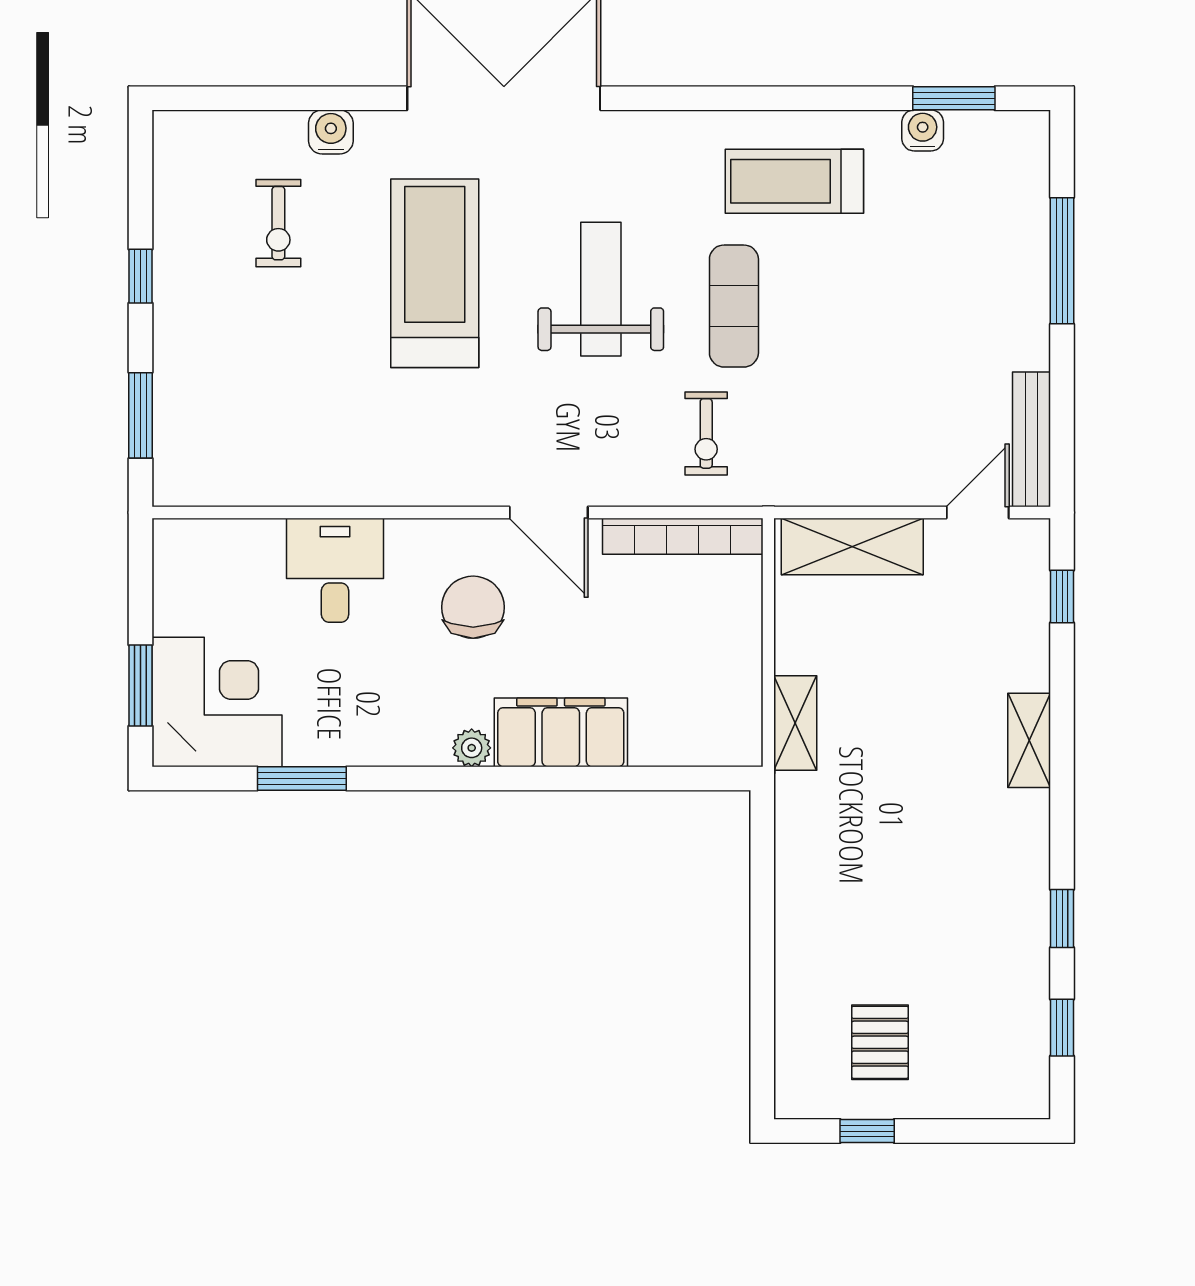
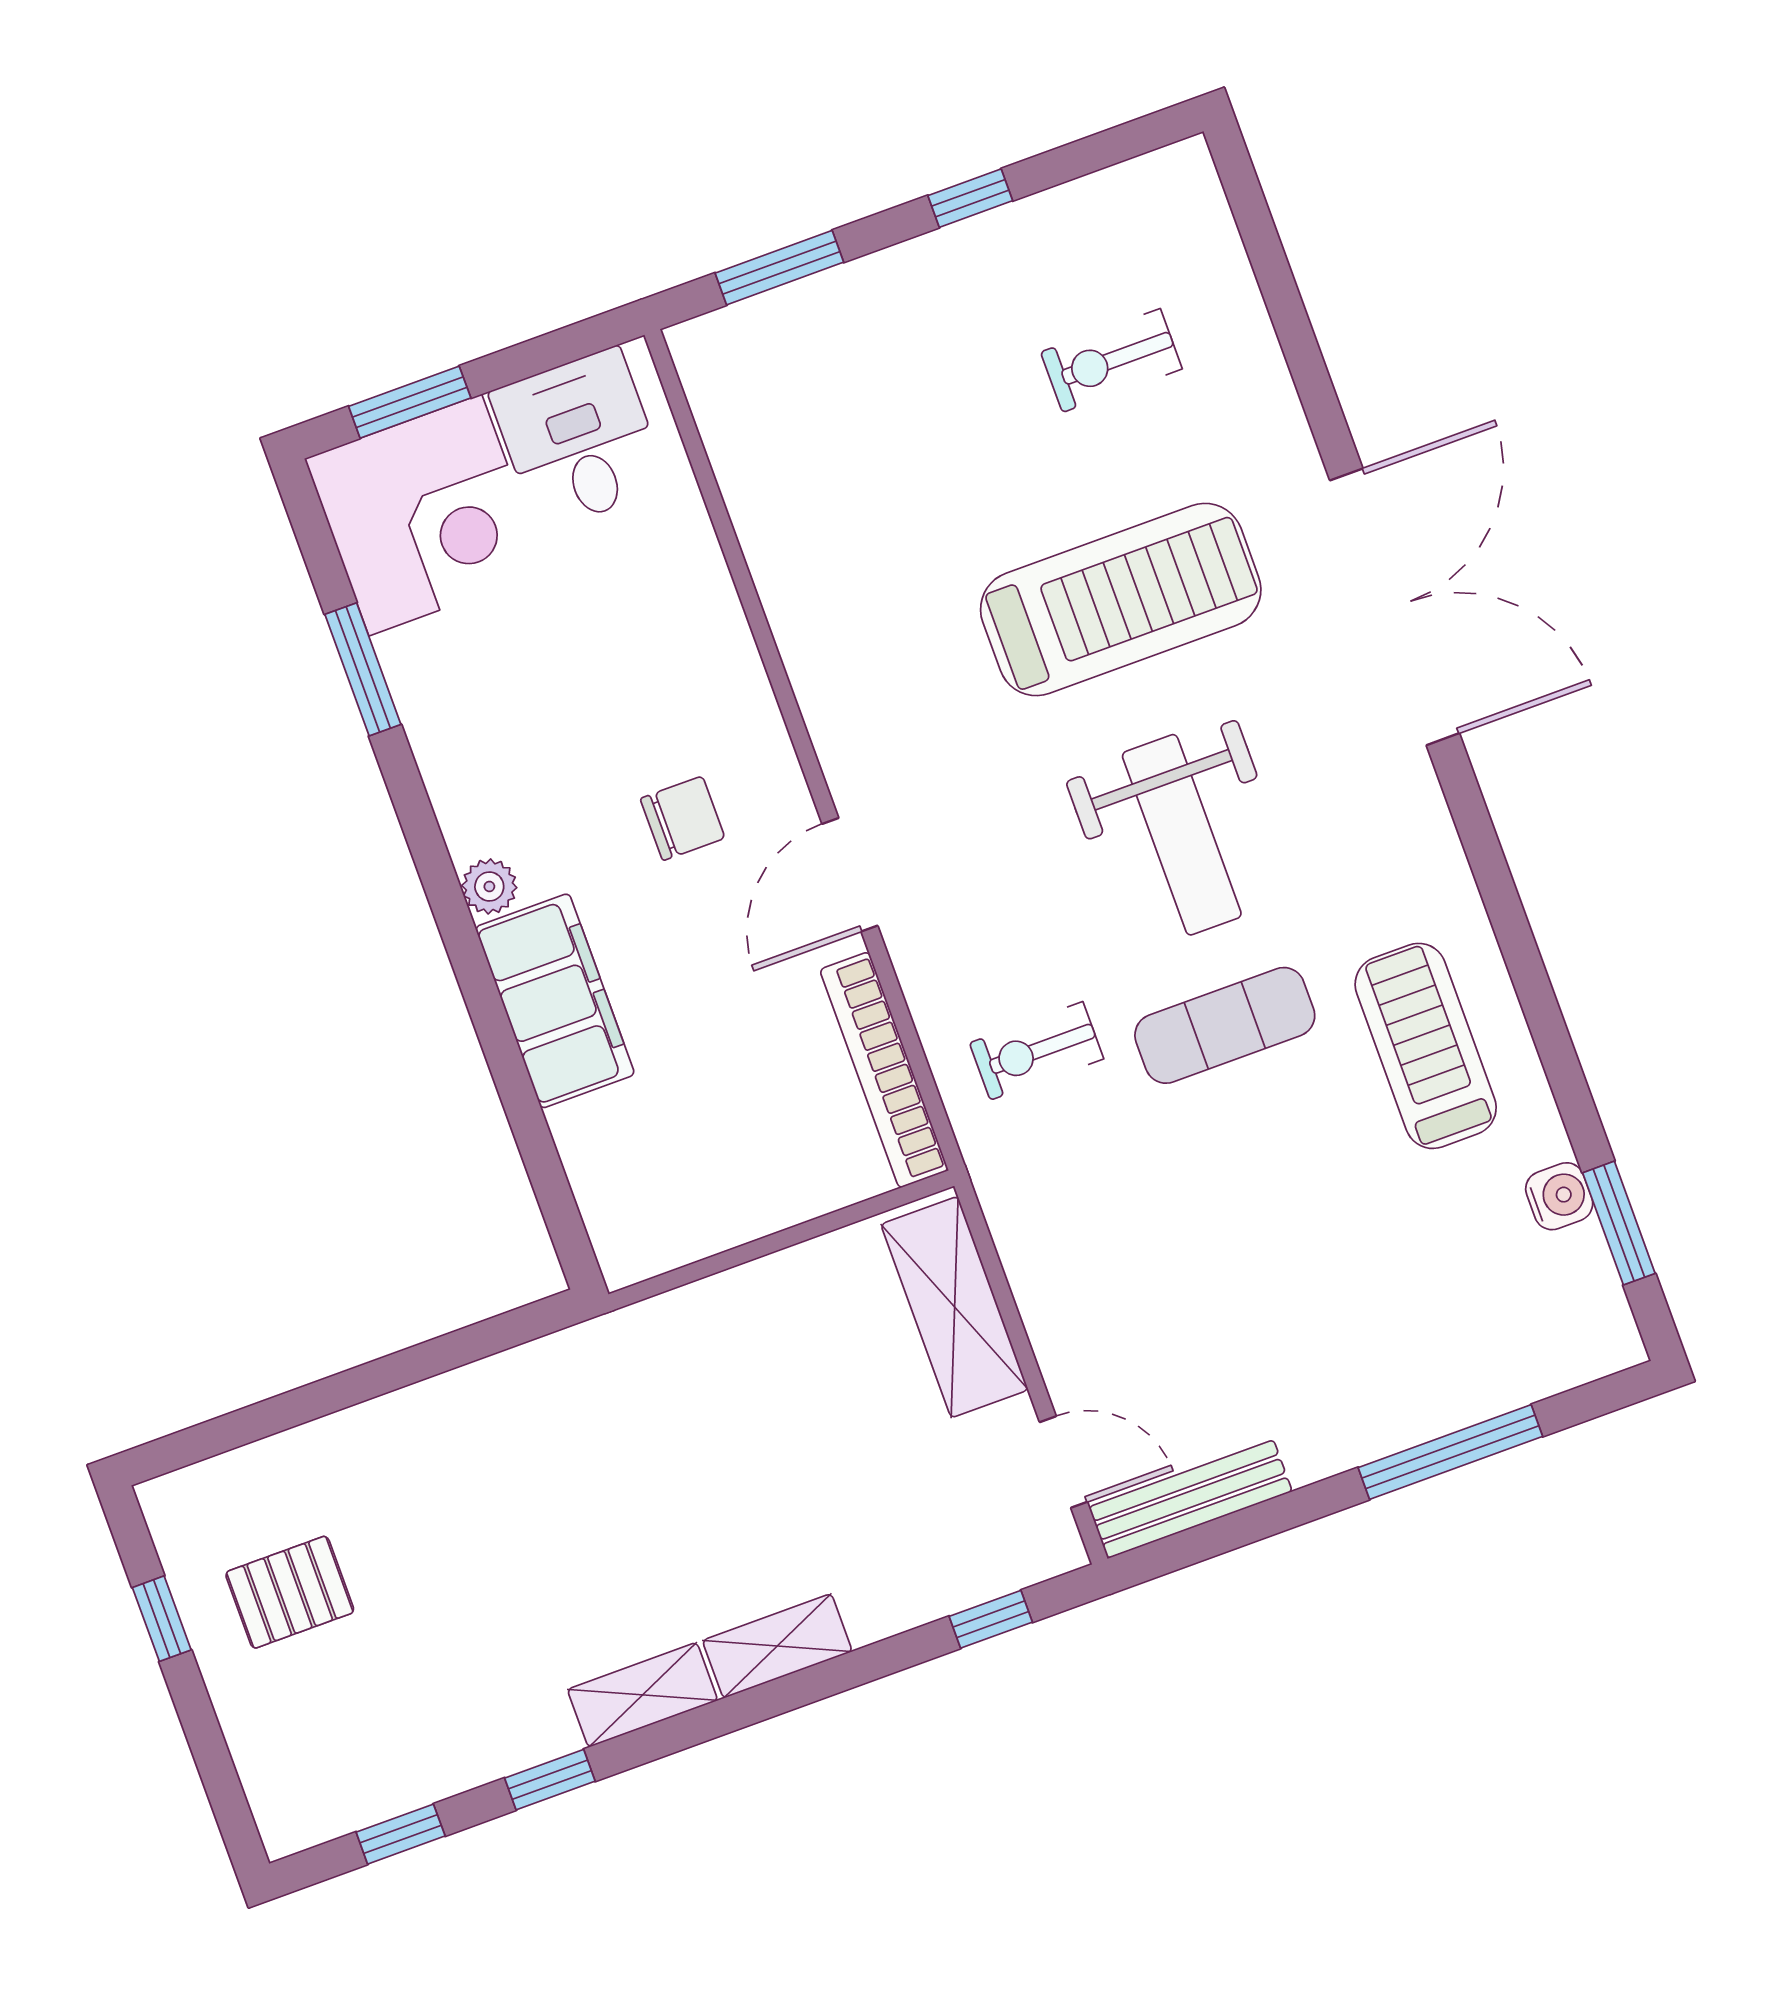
water cooler: (331, 132) -> (1262, 387), removed
weight bench: (601, 289) -> (1182, 835), turned 90
desk: (335, 570) -> (579, 439), moved, turned -90
chair: (473, 607) -> (683, 818), width x0.73, depth x0.73
shelving: (795, 723) -> (643, 1695), moved

